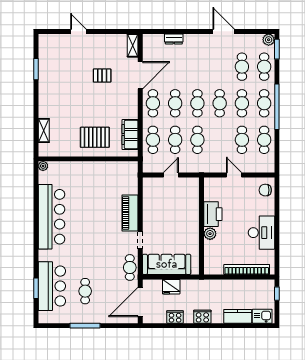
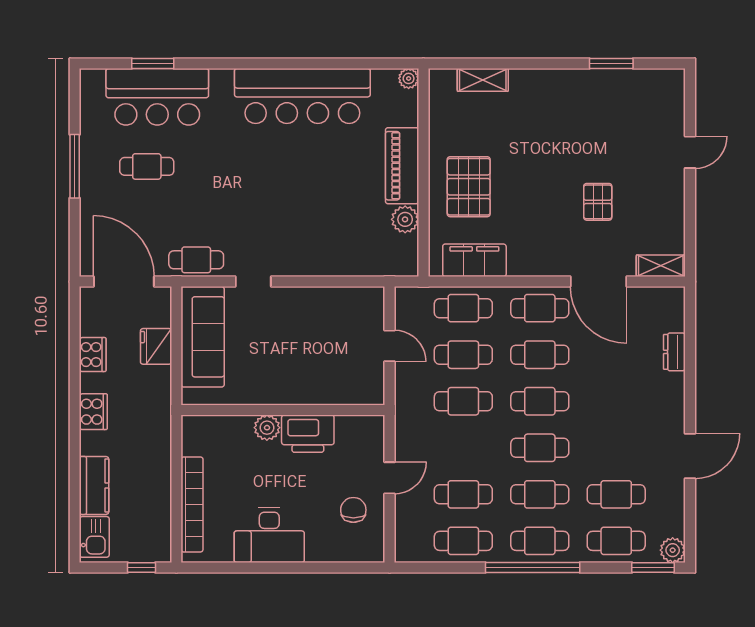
plant: (110, 168) -> (405, 219), added
chair: (265, 190) -> (353, 510), moved
piano: (130, 213) -> (402, 166), moved, turned -90

